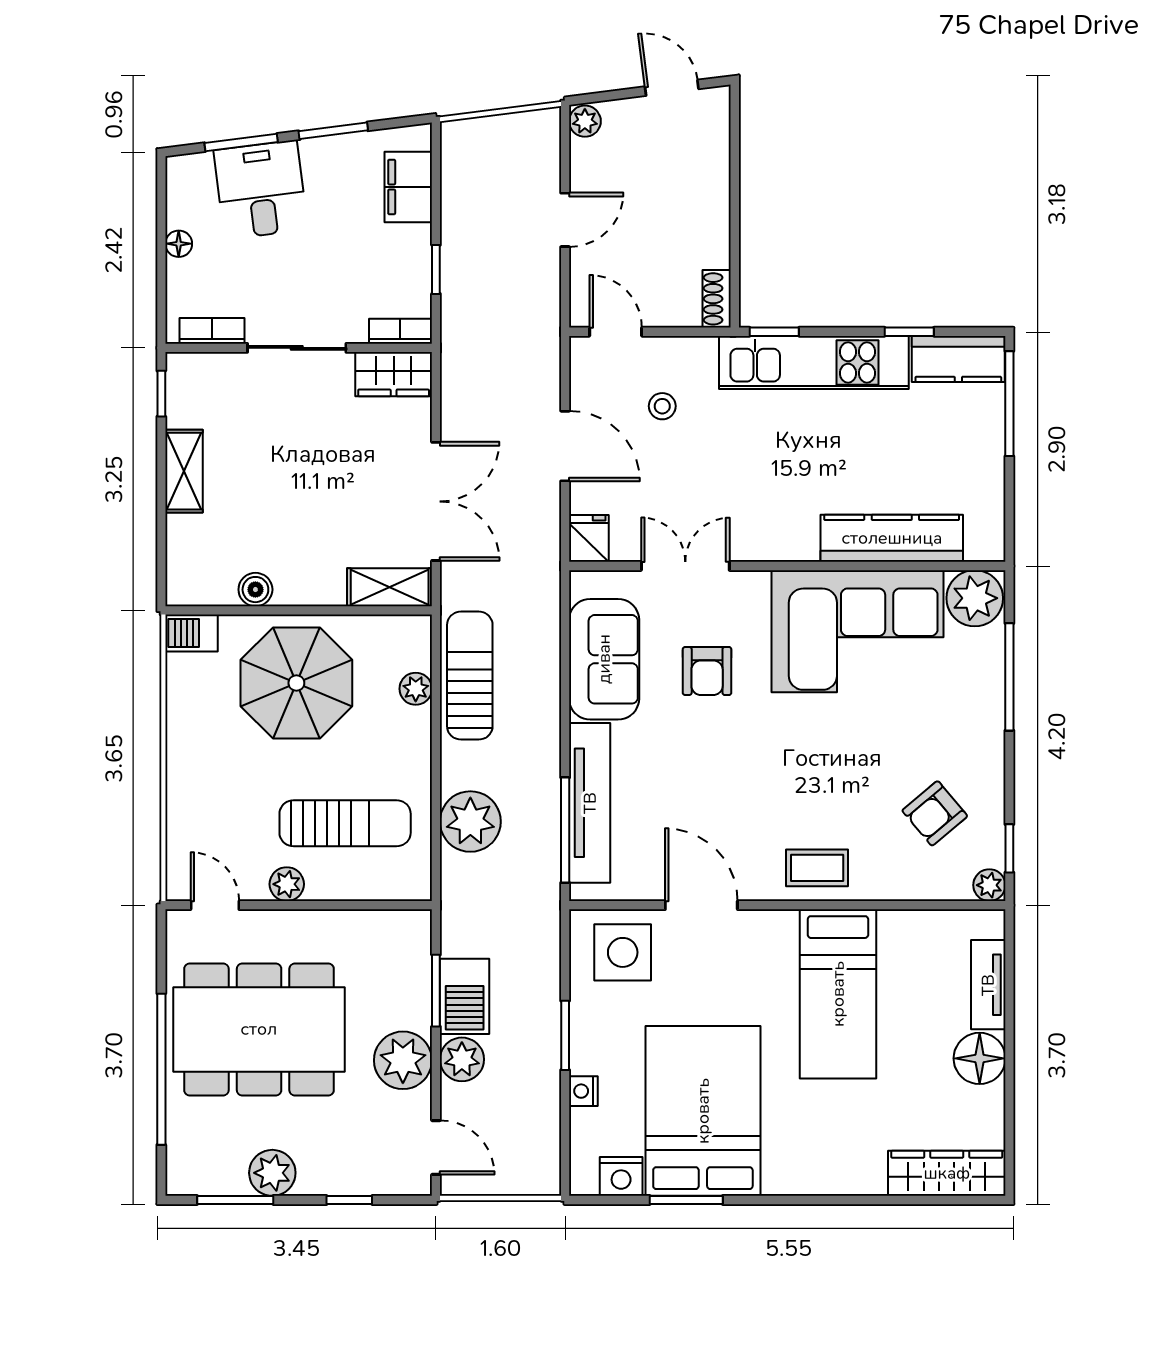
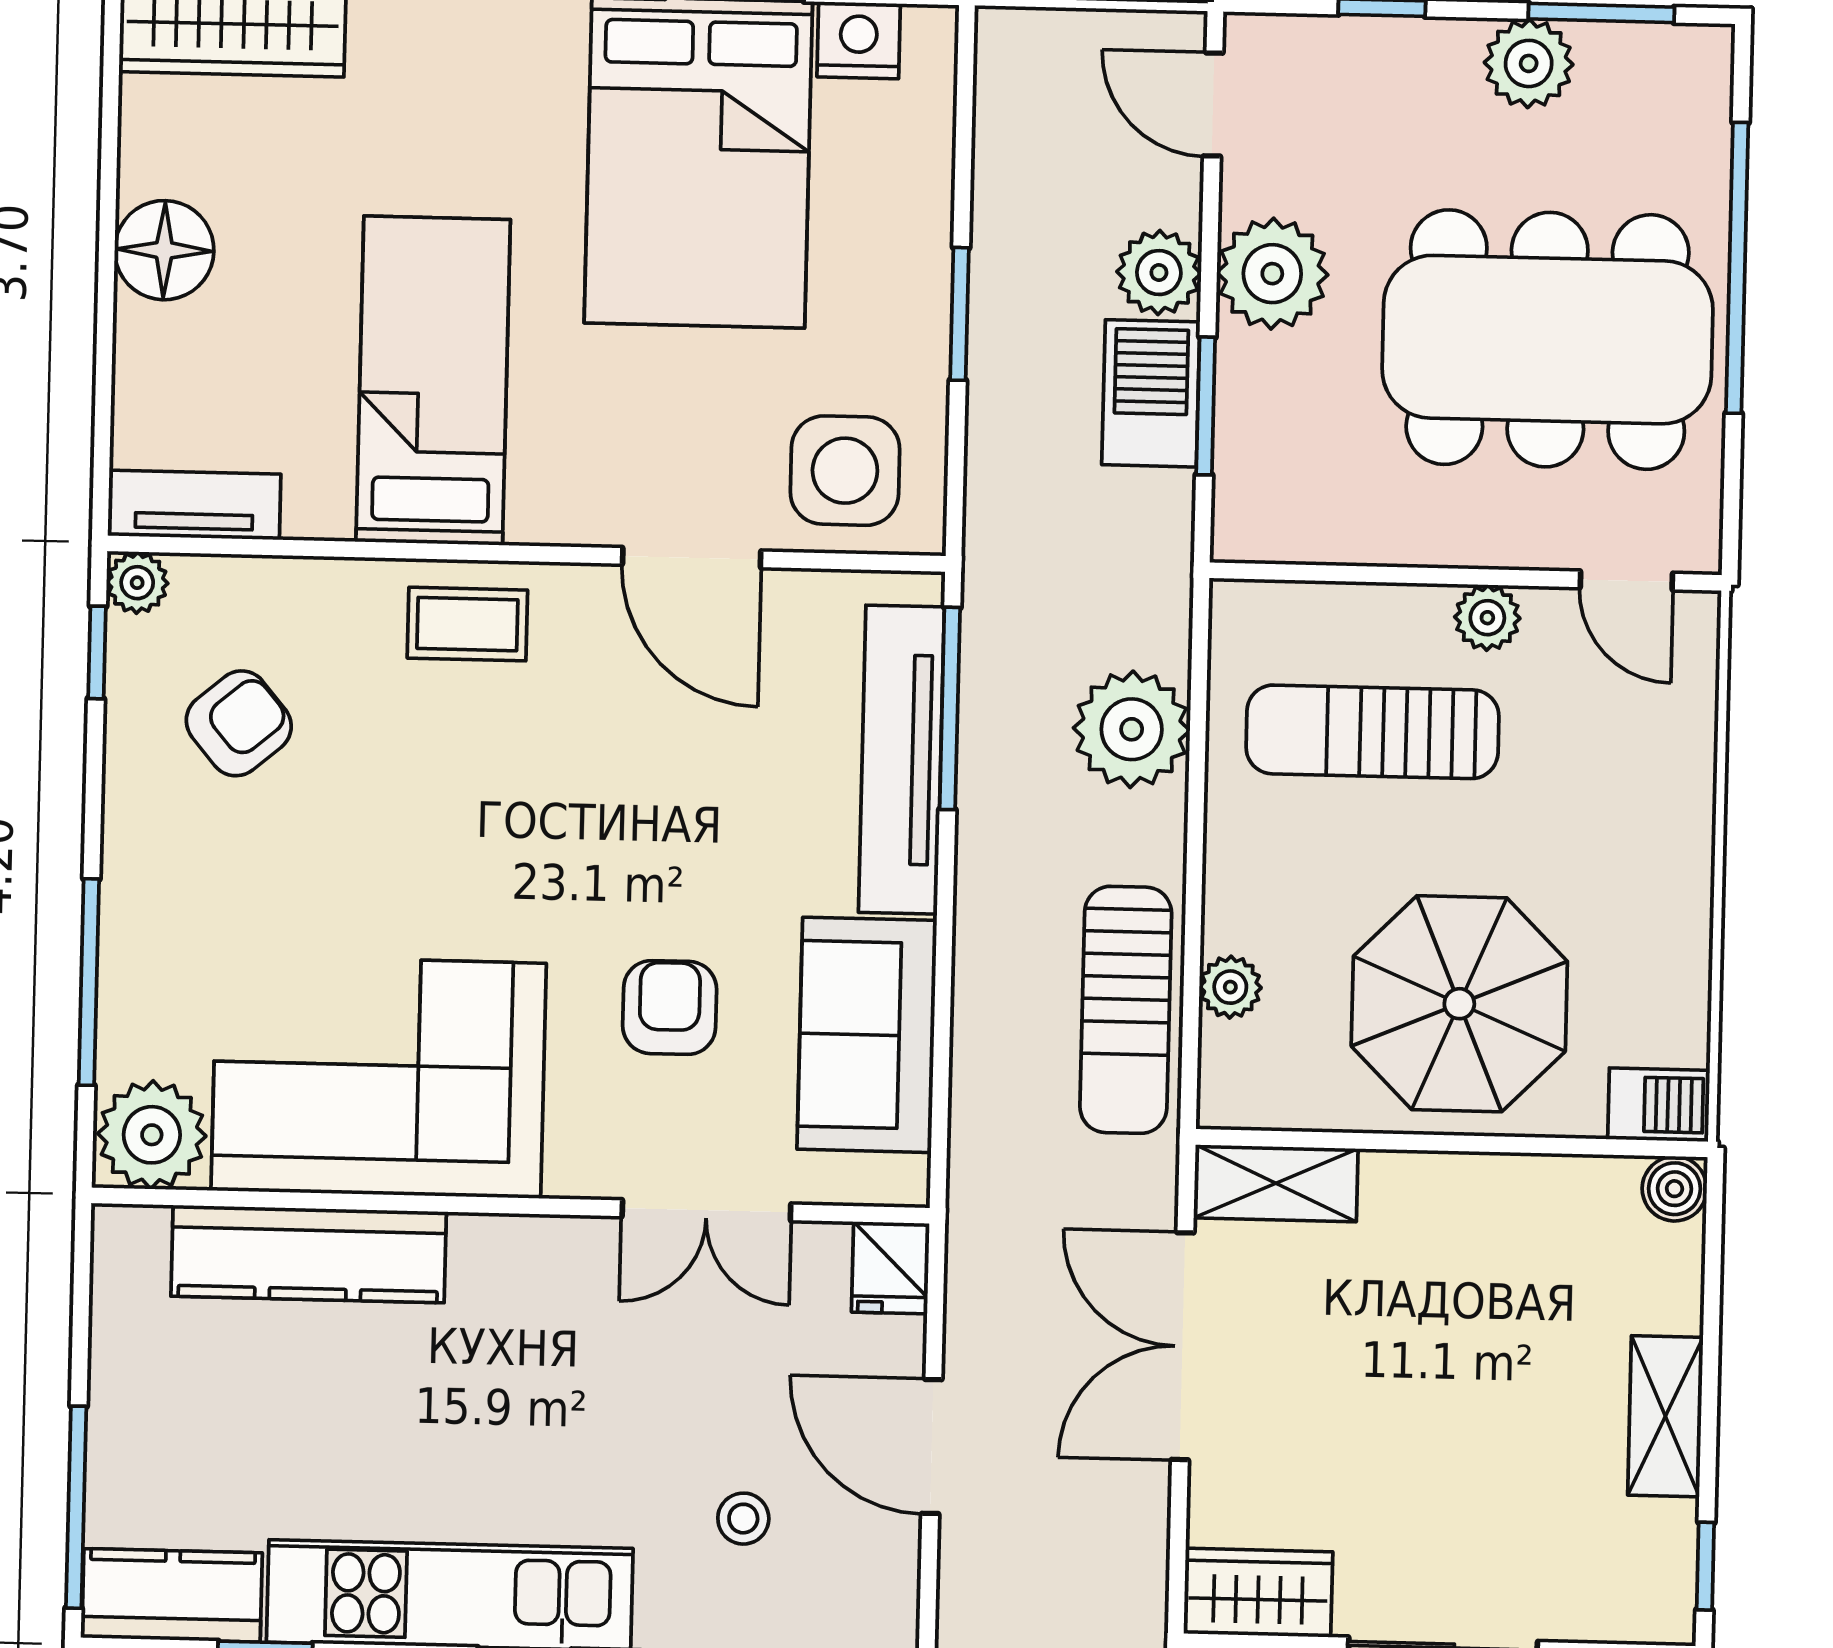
boiler: (255, 590) -> (1674, 1189), moved
tv unit: (988, 985) -> (194, 505), moved, turned -90
nightstand: (583, 1091) -> (927, 206), removed

